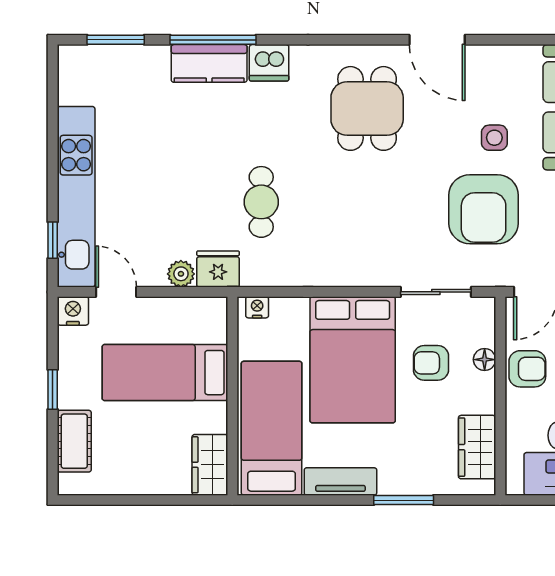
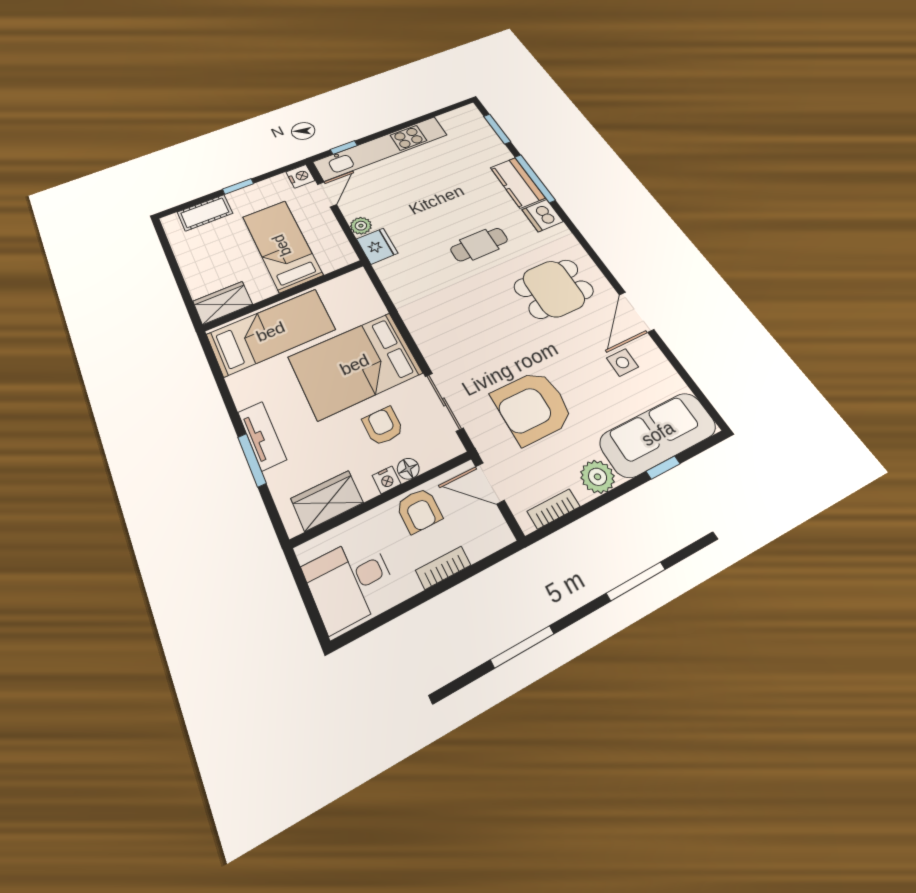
side table: (494, 138) -> (622, 362), moved
cafe table: (261, 202) -> (479, 244), moved
nightstand: (257, 307) -> (387, 480), moved, turned 90
tv unit: (340, 481) -> (262, 436), moved

